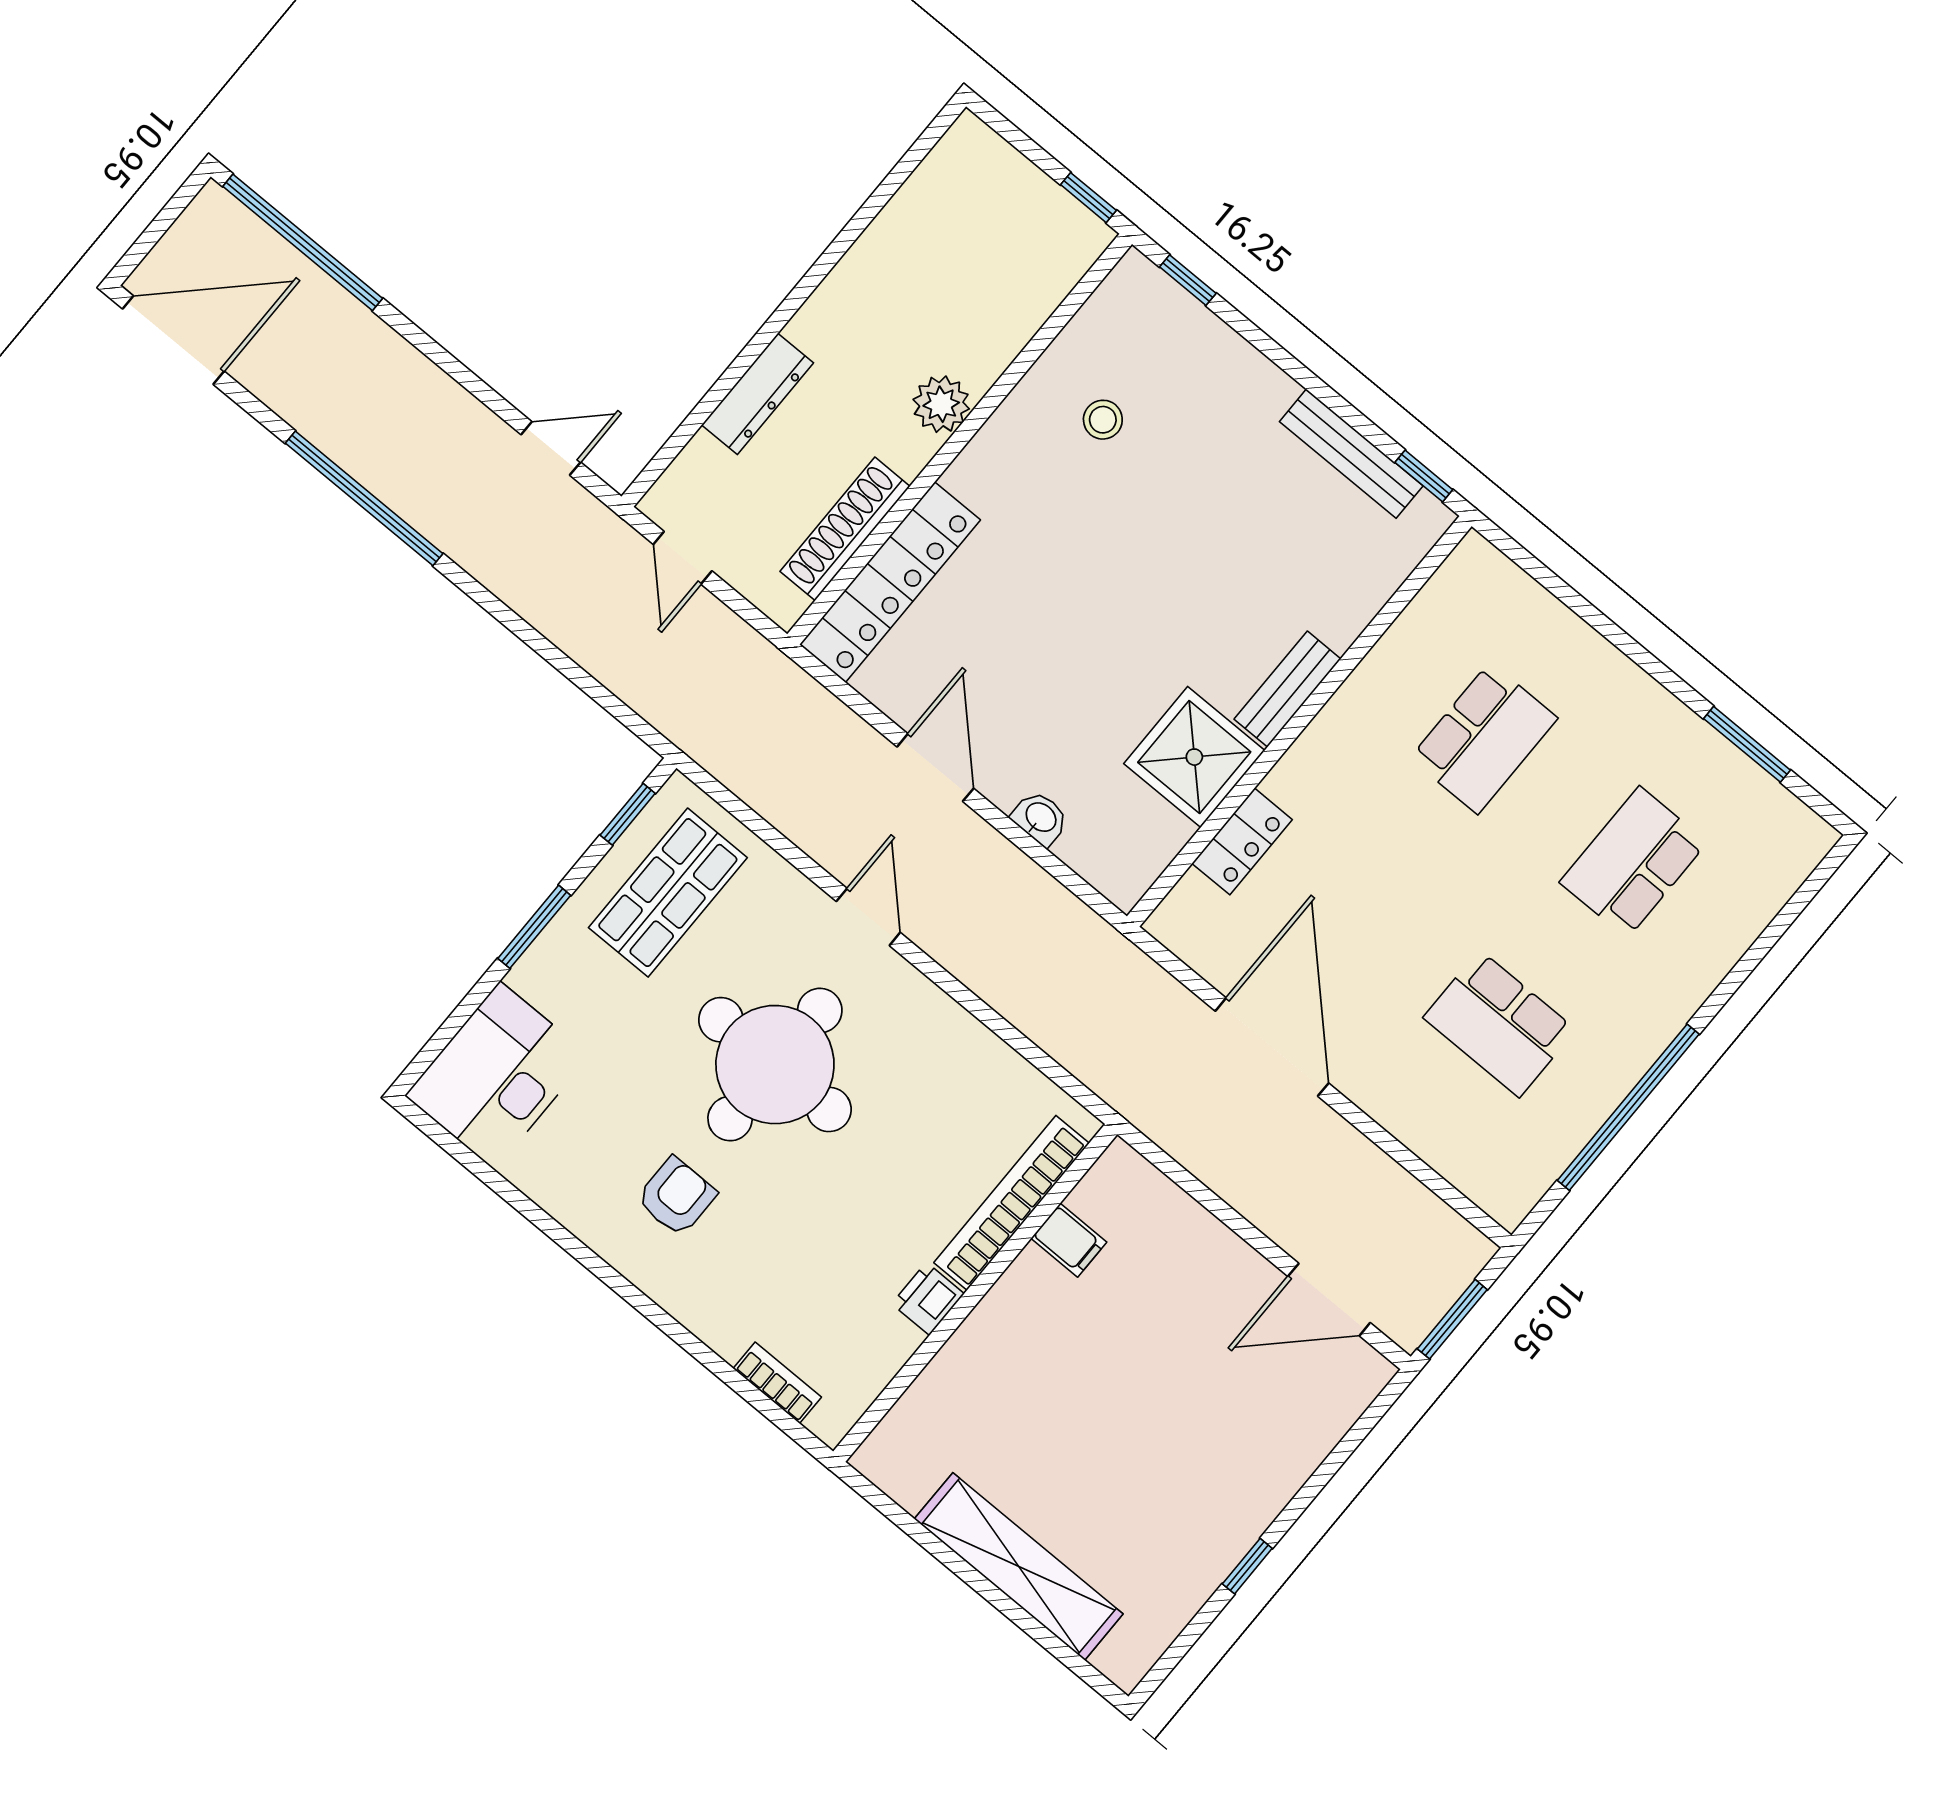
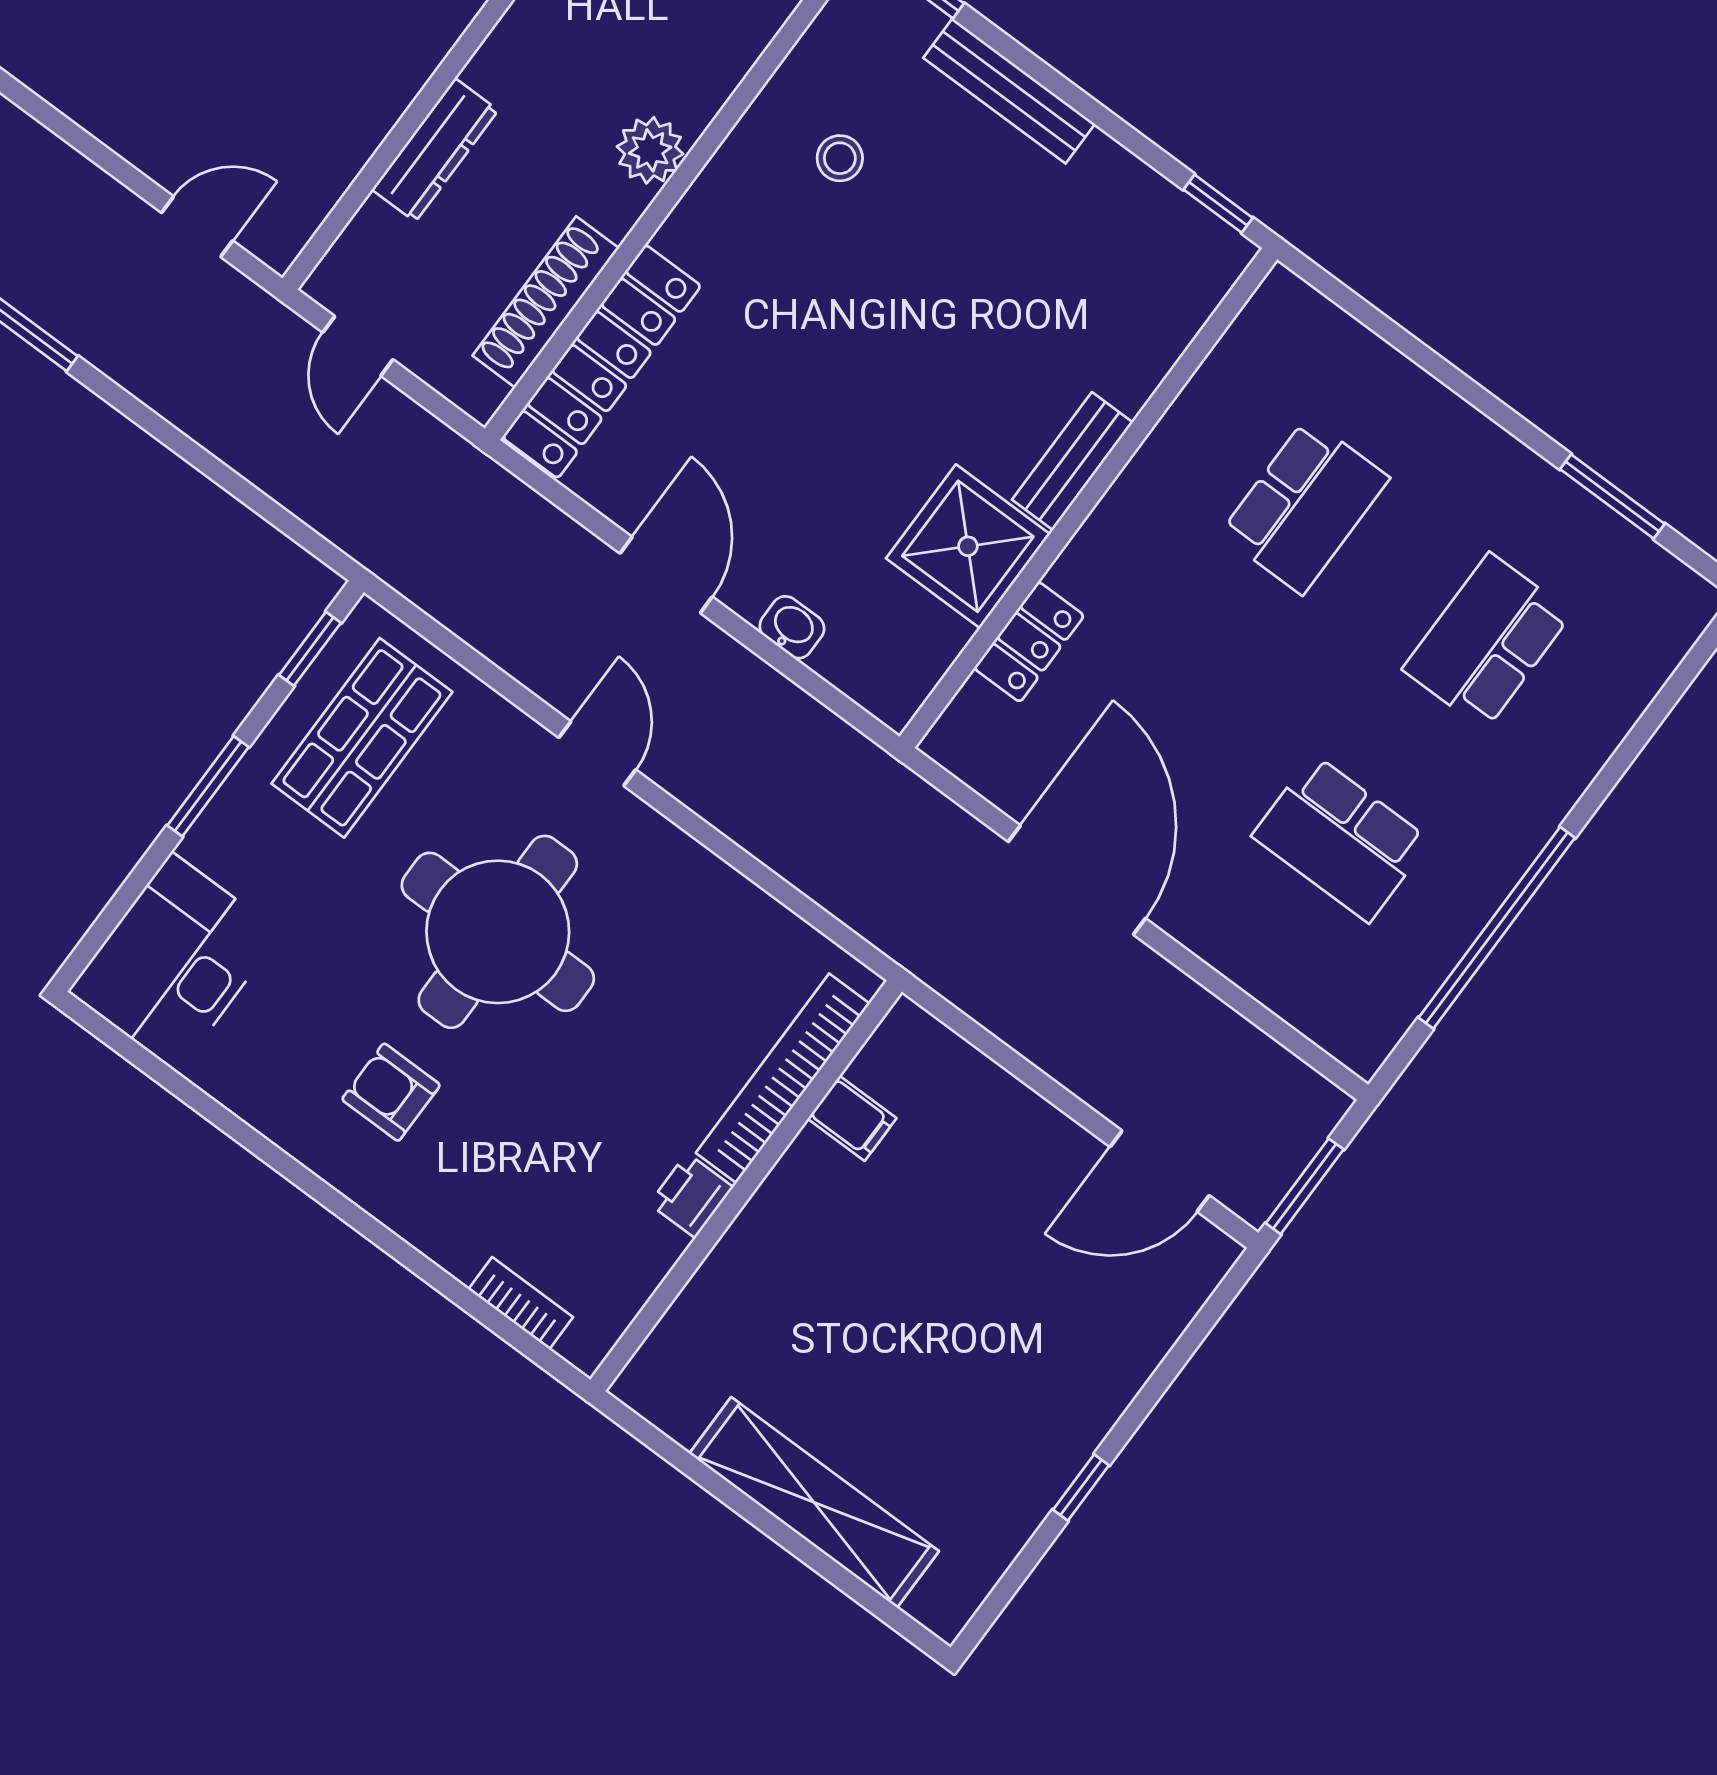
bench: (1351, 454) -> (1009, 91), moved
armchair: (676, 1197) -> (391, 1092), turned -90

